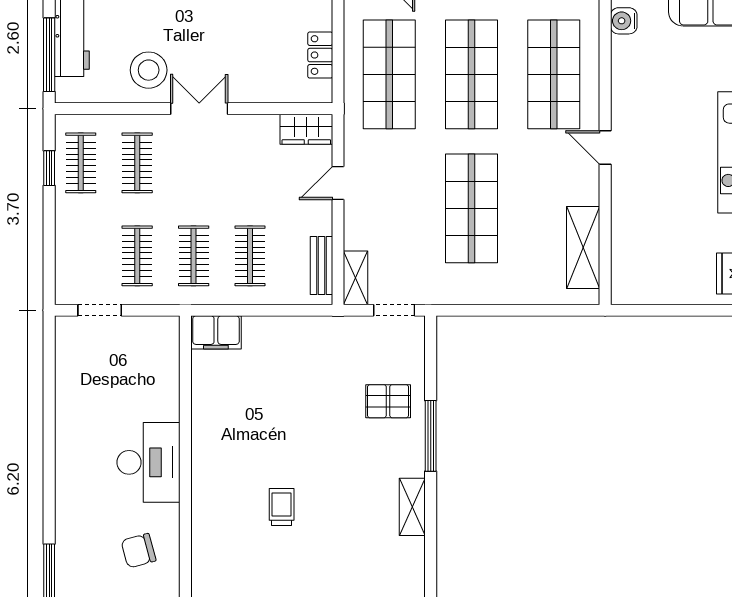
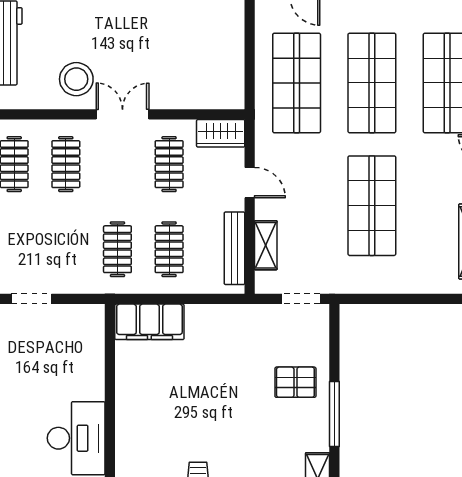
locker: (320, 55) -> (233, 65), removed
door: (338, 183) -> (250, 183), swing flipped
clothes rail: (137, 256) -> (169, 164), moved
bench: (321, 265) -> (234, 248), width x1.36
shelving: (356, 278) -> (266, 245), moved
filing cabinet: (216, 332) -> (149, 322), width x1.50, depth x1.17

